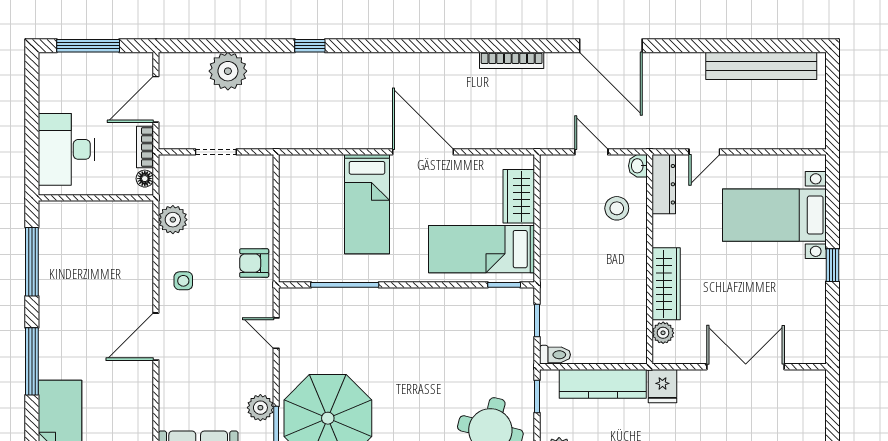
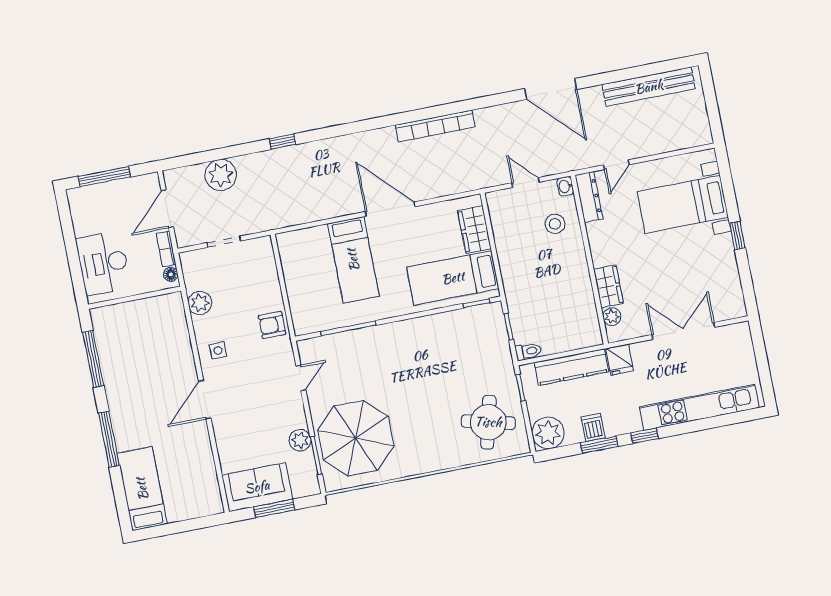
door: (611, 46) -> (551, 89), moved
bookcase: (512, 60) -> (435, 126), width x1.48, depth x1.31
wardrobe: (666, 284) -> (608, 286), width x0.67
door: (276, 333) -> (301, 378), swing flipped

